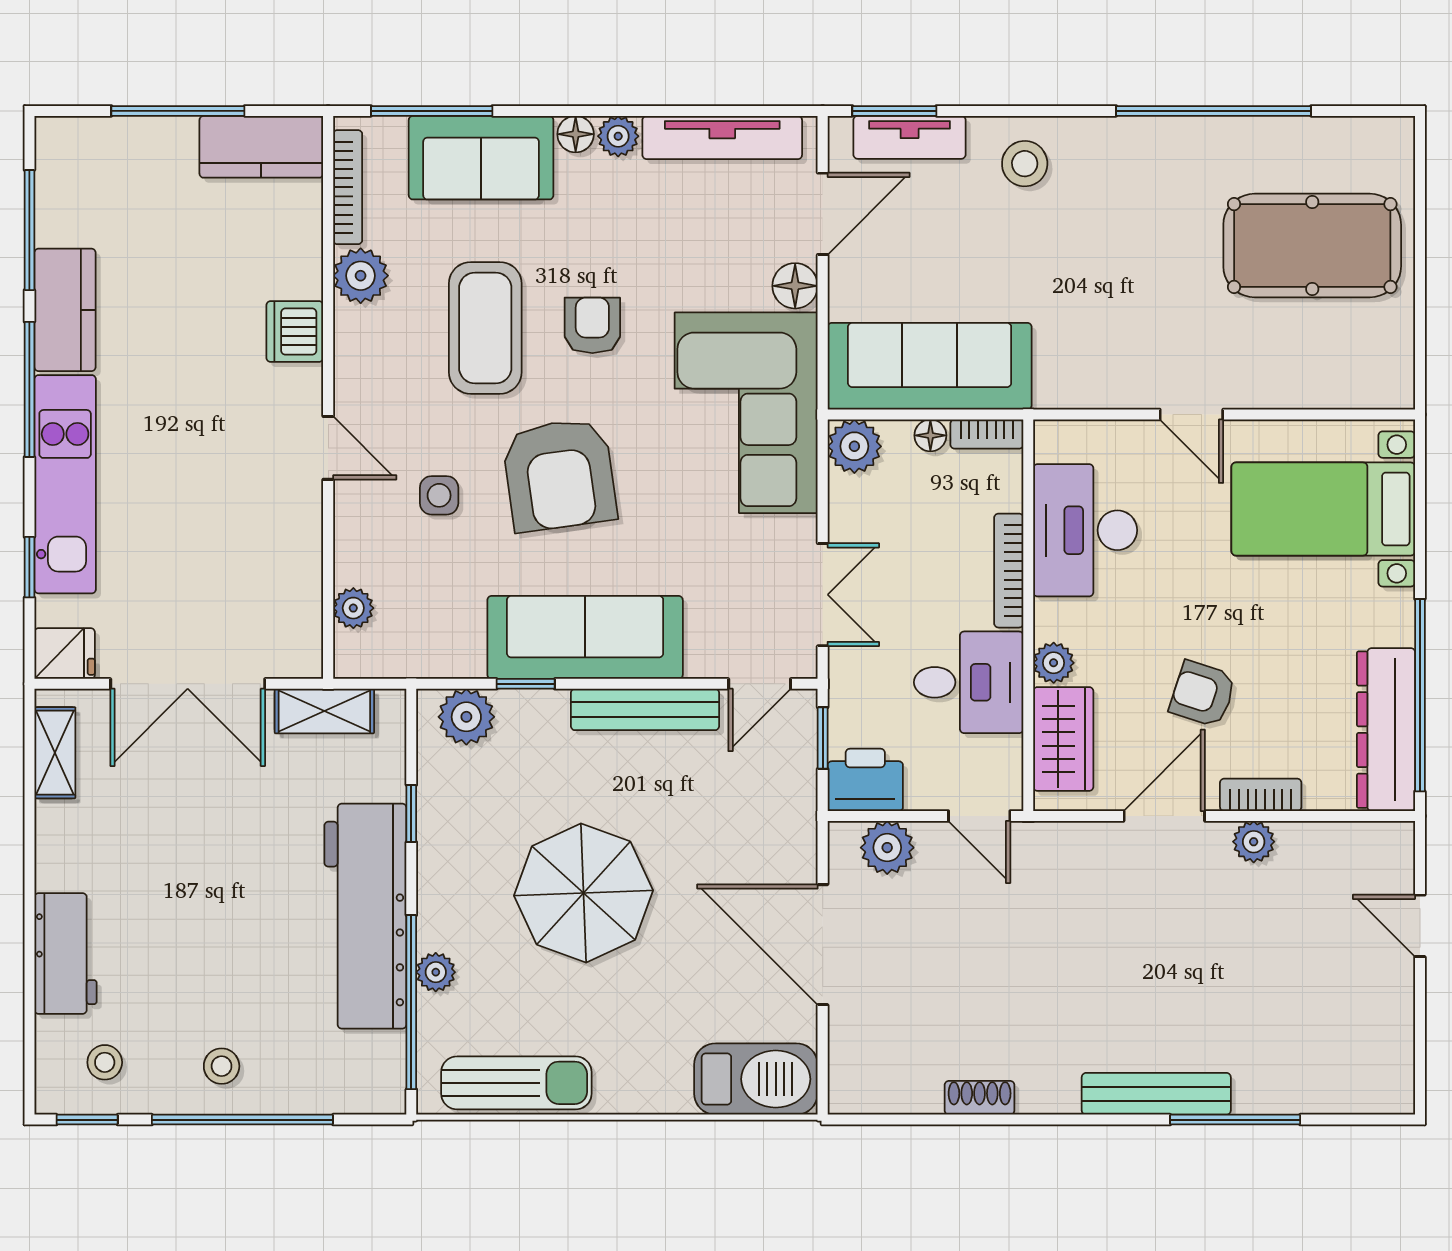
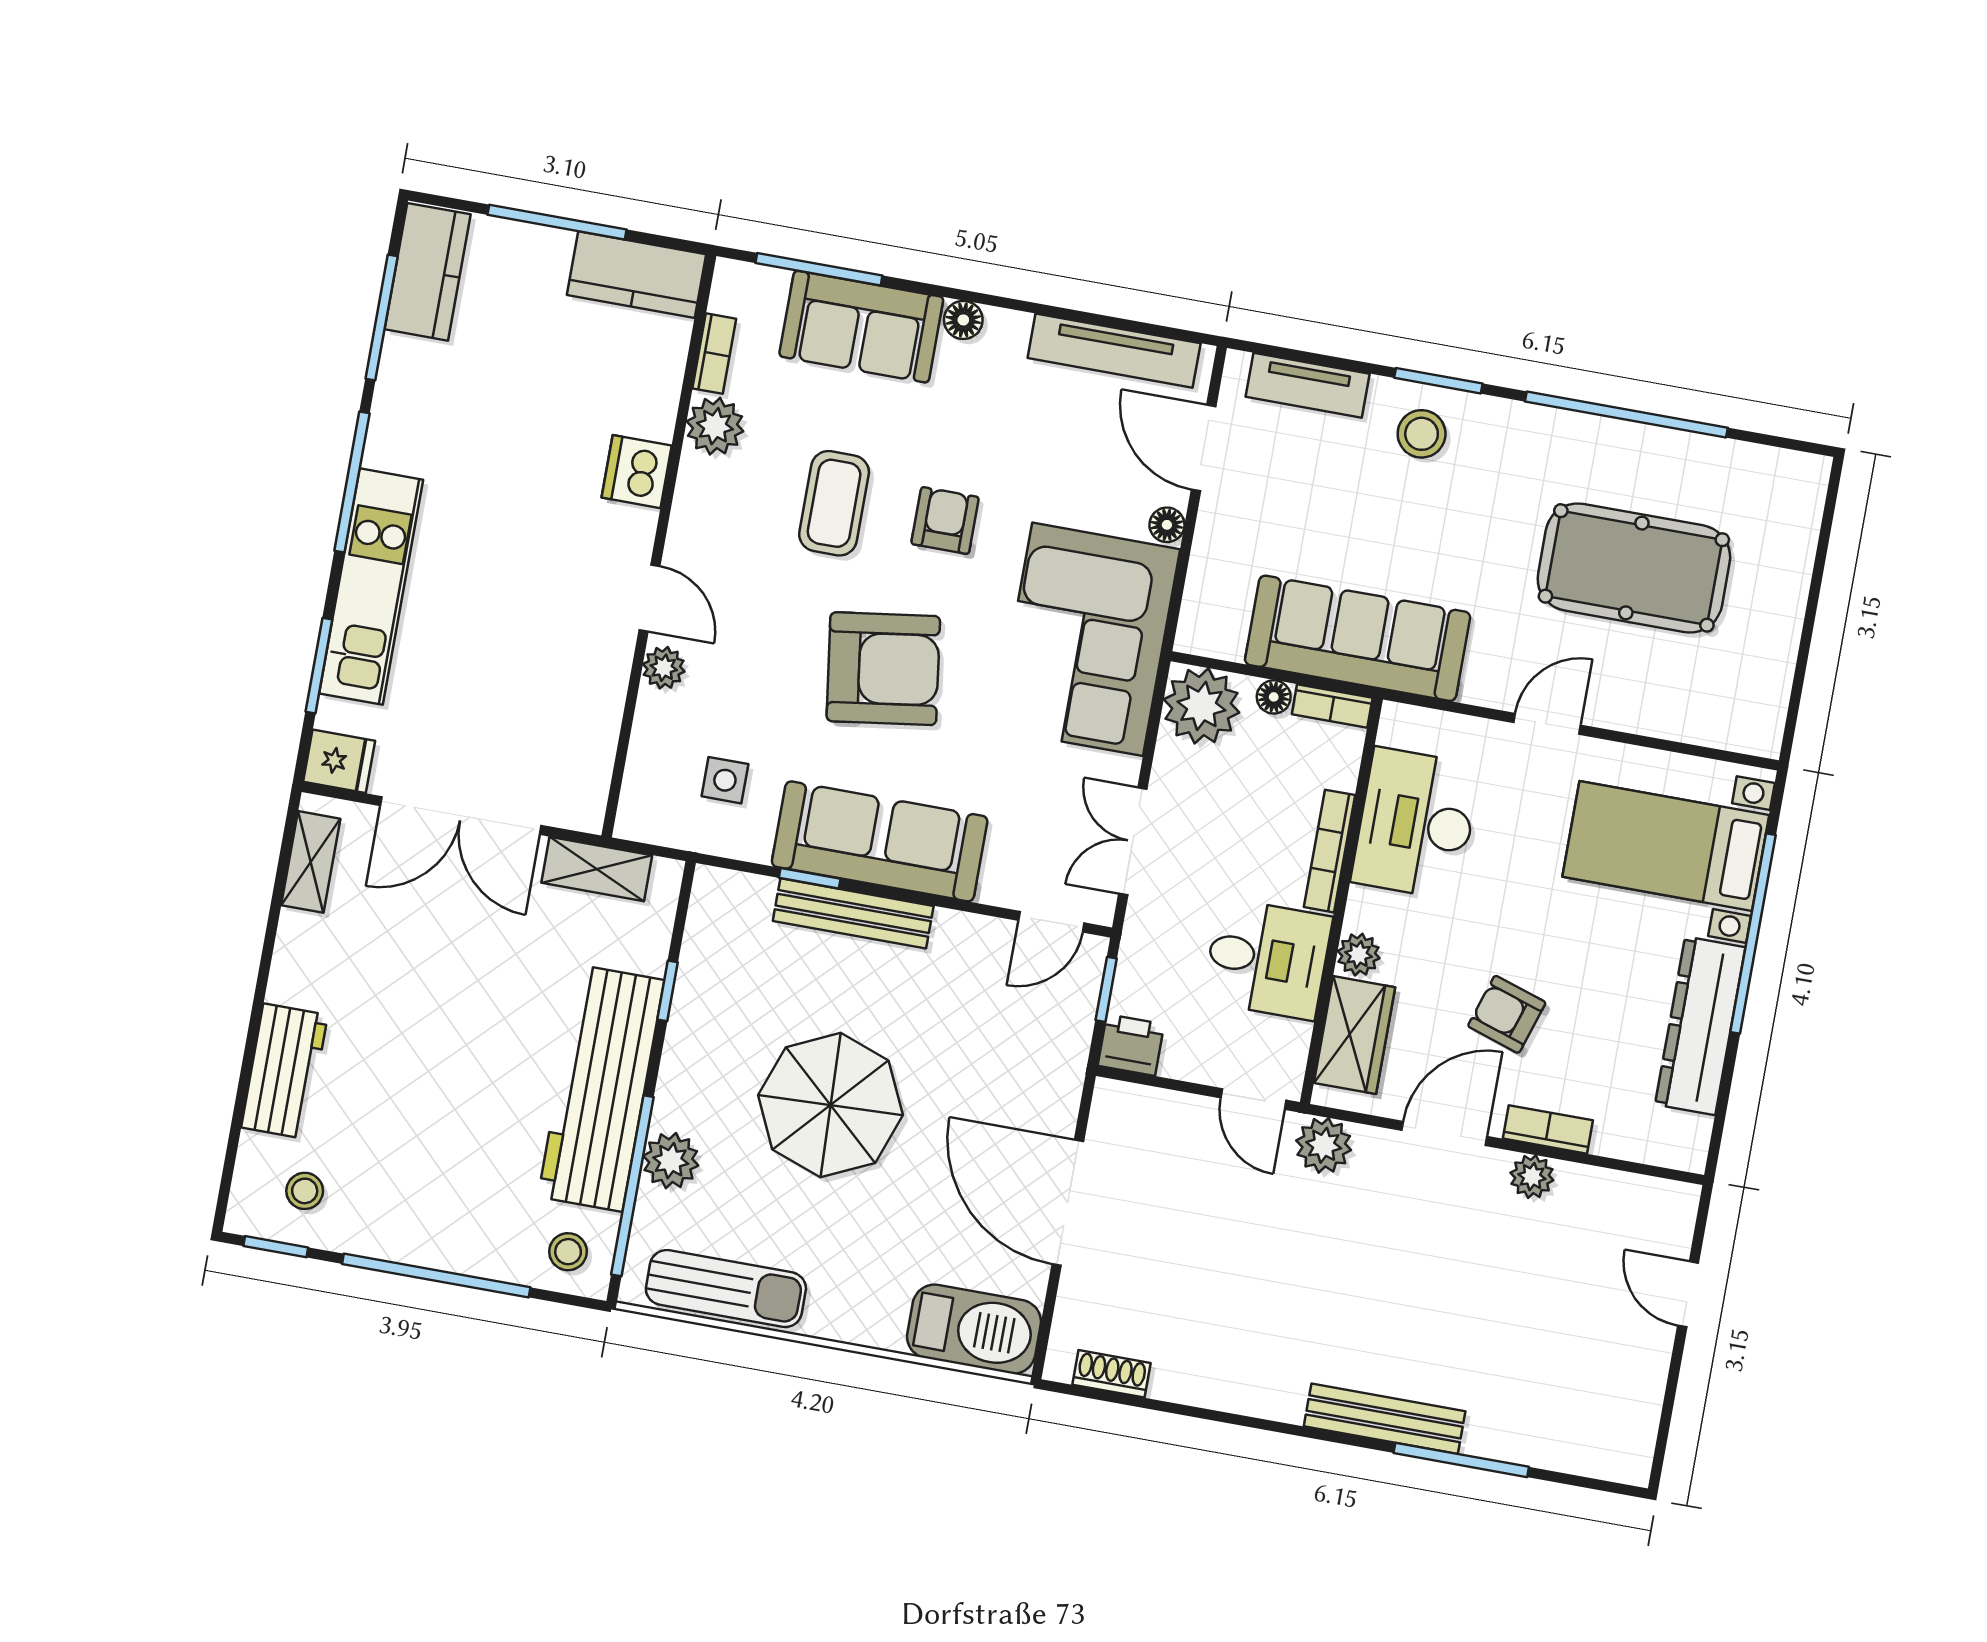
window: (894, 111) -> (1438, 381), moved
plant: (618, 136) -> (1007, 330), removed
bookcase: (348, 187) -> (714, 354), width x0.64
door: (823, 214) -> (1204, 448), swing flipped
pool table: (1312, 245) -> (1634, 568), moved
floor lamp: (795, 286) -> (1167, 525), width x0.73, depth x0.73
kitchen counter: (65, 310) -> (428, 272), moved
coffee table: (485, 328) -> (834, 503), width x0.73, depth x0.76
sofa: (930, 366) -> (1358, 638), moved
door: (1191, 415) -> (1547, 724), swing flipped
plant: (854, 446) -> (1201, 706), width x1.36, depth x1.36
armchair: (559, 475) -> (883, 669), turned -90
side table: (439, 495) -> (725, 780), moved
window: (29, 567) -> (319, 666), width x1.50
double door: (823, 595) -> (1133, 841), swing flipped
plant: (353, 608) -> (664, 668), moved
window: (1420, 695) -> (1753, 934), moved
bench: (645, 709) -> (853, 913), moved
plant: (466, 717) -> (742, 901), removed
dresser: (1386, 730) -> (1700, 1026), moved
printer: (865, 780) -> (1131, 1045), width x0.73, depth x0.81
plant: (887, 848) -> (1324, 1145), moved
plant: (436, 972) -> (671, 1161), width x1.38, depth x1.38
stool: (222, 1066) -> (568, 1252), moved
shoe rack: (980, 1098) -> (1111, 1374), moved

